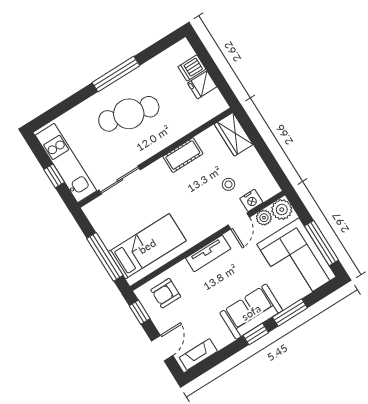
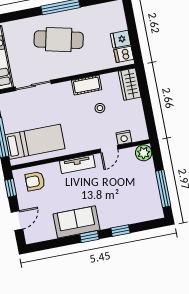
dishwasher: (192, 68) -> (124, 54), moved
stool: (228, 184) -> (100, 108), moved
plant: (264, 218) -> (128, 154), removed
corner sofa: (296, 261) -> (140, 194), removed
sofa: (251, 312) -> (77, 222), moved
window: (290, 313) -> (120, 231), width x0.67
fireplace: (198, 354) -> (42, 235), removed

